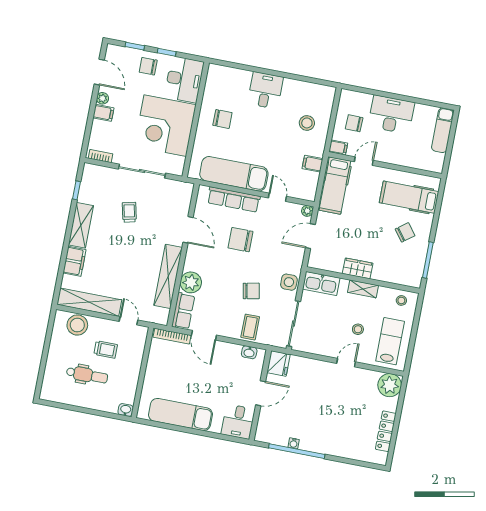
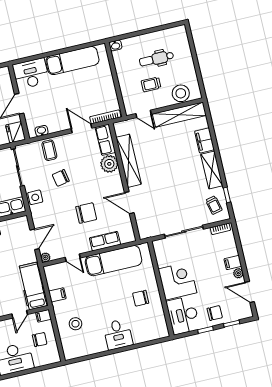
corner desk: (165, 126) -> (177, 281), width x0.74, depth x0.74
row of seats: (234, 199) -> (105, 241), width x0.68
trolley: (129, 212) -> (214, 205), moved
desk: (238, 422) -> (31, 74), width x1.37

